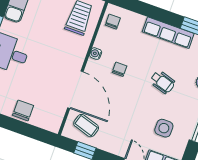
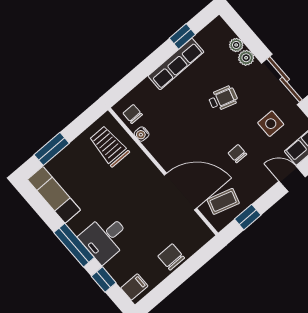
water cooler: (96, 54) -> (142, 134), moved
chair: (119, 69) -> (237, 154), moved

